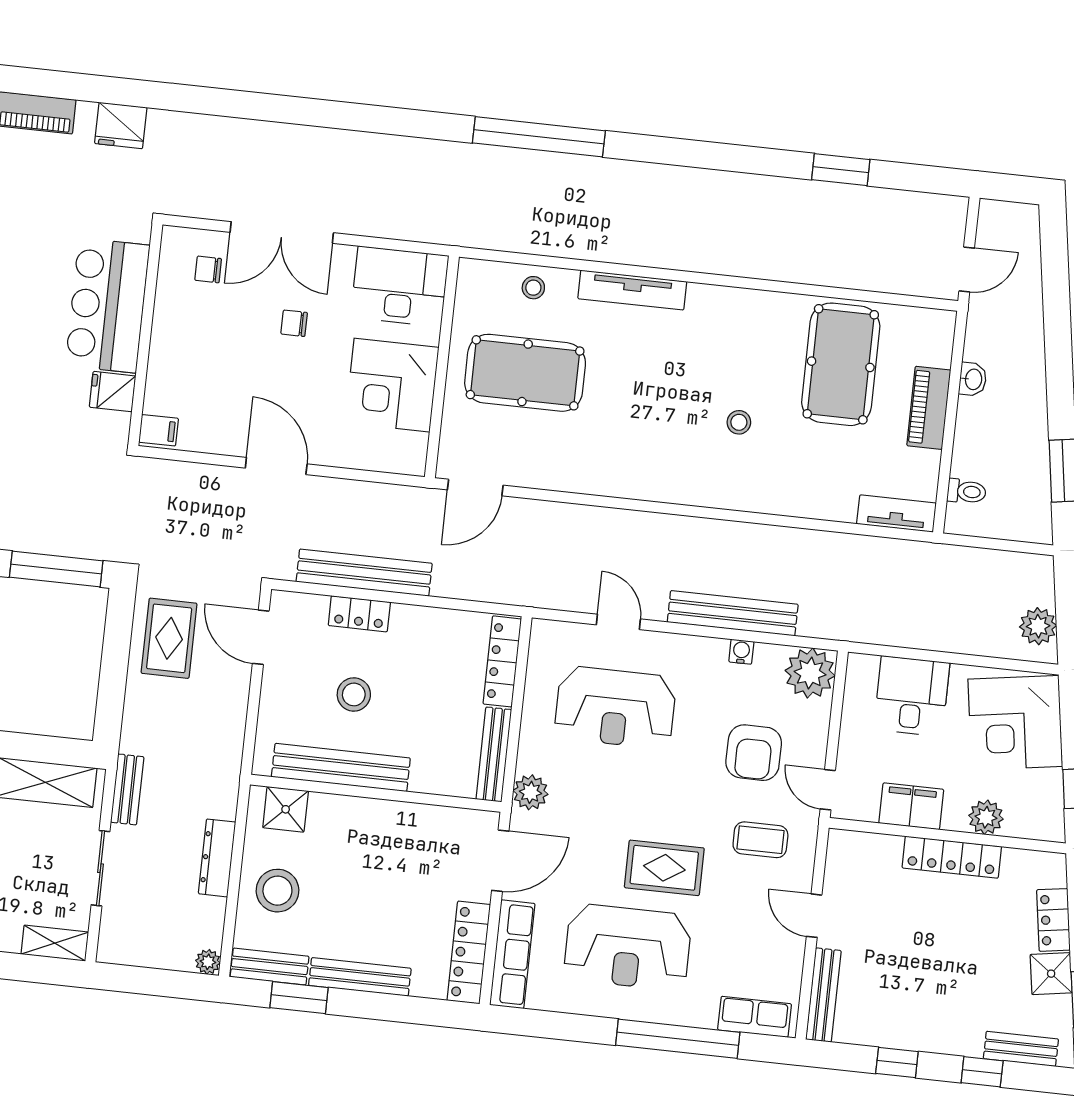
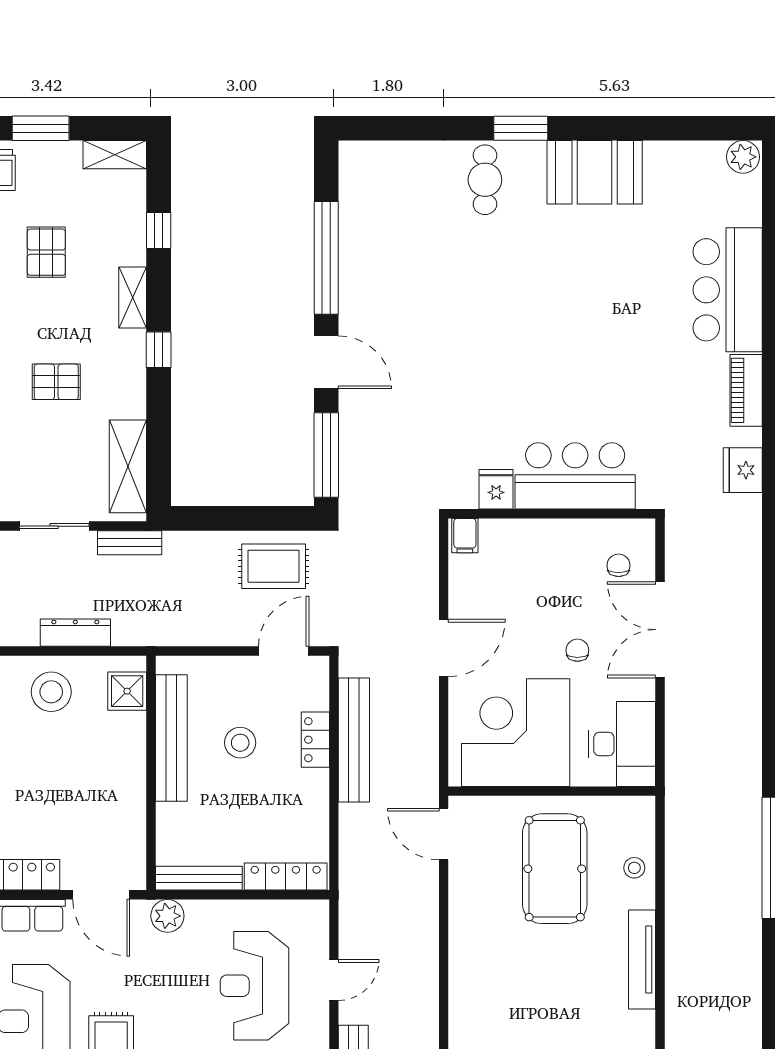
corner desk: (392, 385) -> (516, 733), width x1.36, depth x1.36

